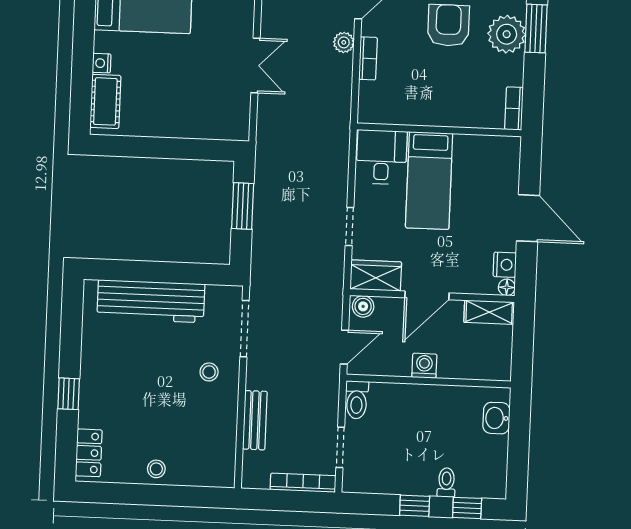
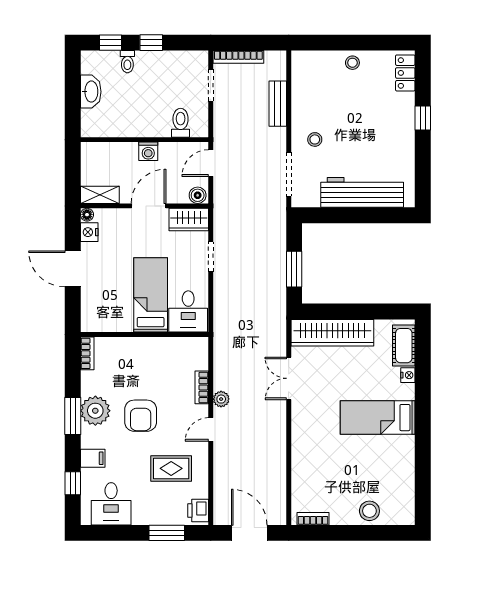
wardrobe: (197, 122) -> (332, 333), added
toilet: (357, 400) -> (181, 123), moved
washbasin: (496, 418) -> (91, 92), moved, width x1.38

